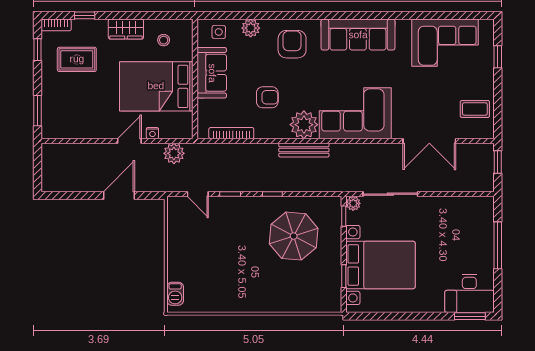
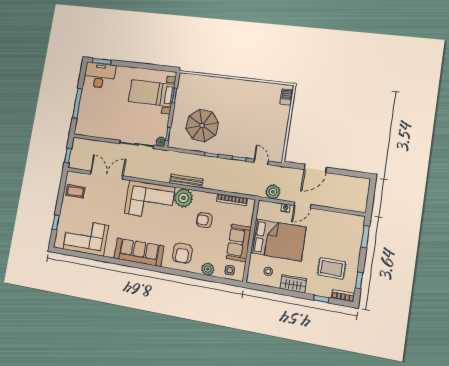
bed with nightstands: (380, 265) -> (151, 93), width x0.73

